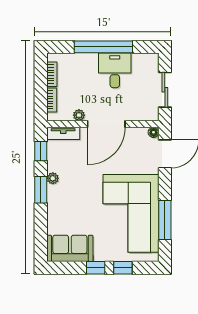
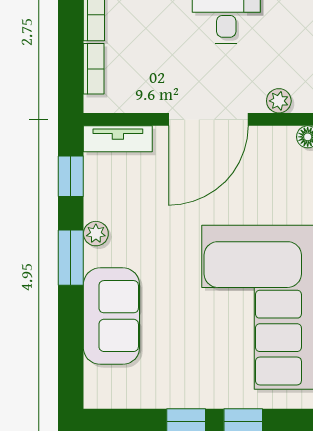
plant: (79, 115) -> (279, 101), moved
sofa: (70, 248) -> (111, 316), moved, turned 90

